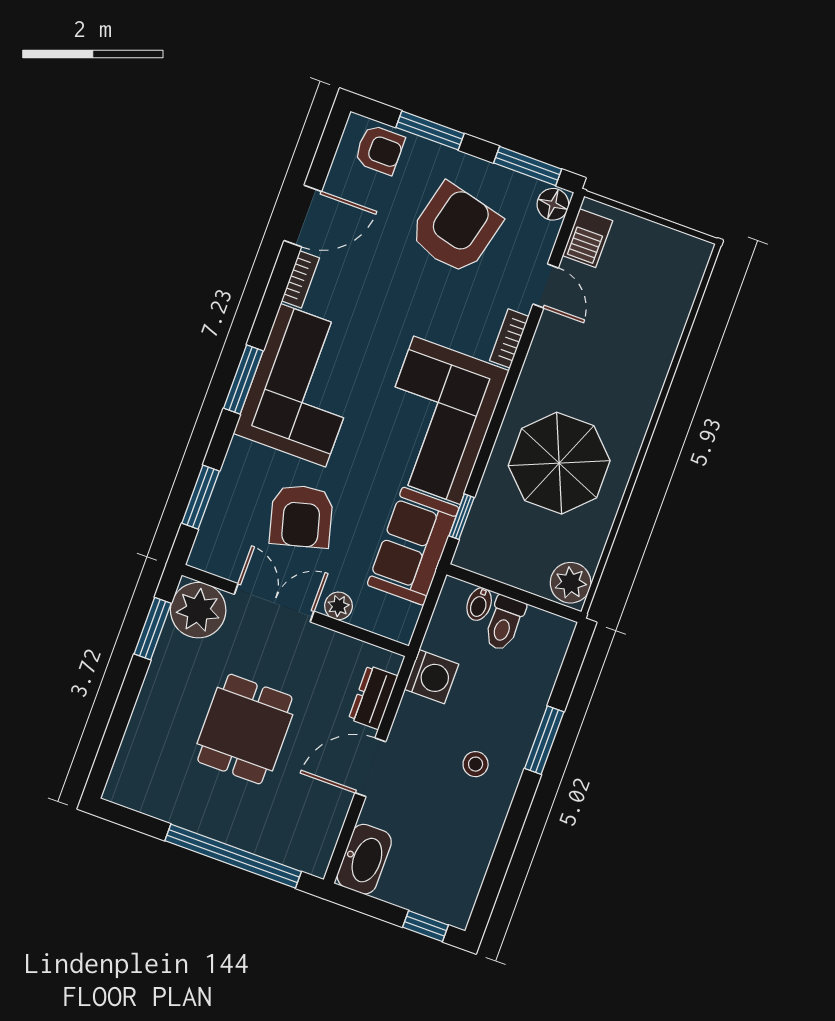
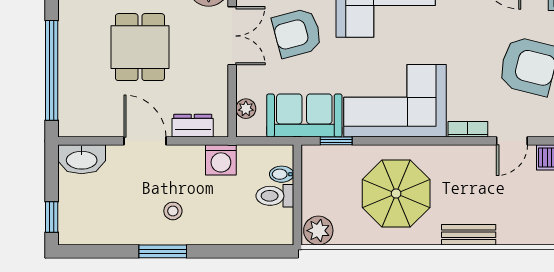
bench: (648, 388) -> (469, 235), added
plant: (338, 606) -> (246, 109), moved
dining table: (245, 729) -> (140, 47), turned 90
window: (544, 740) -> (163, 251), moved

